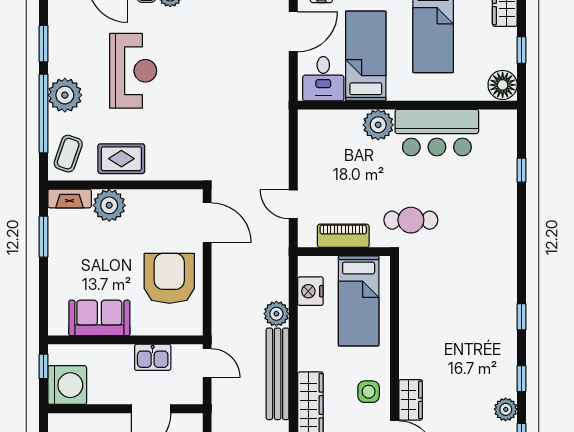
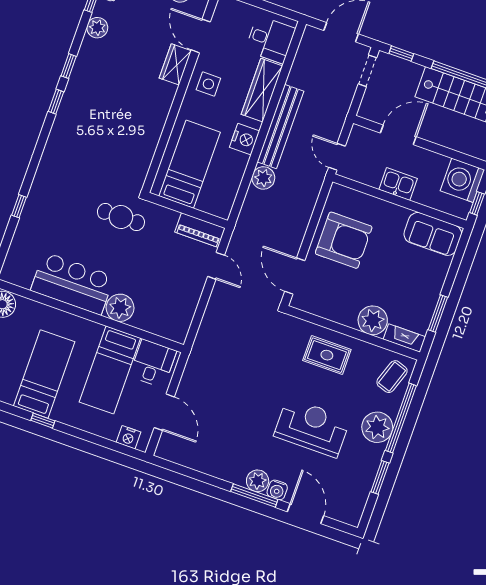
door: (293, 32) -> (164, 412), swing flipped
reception desk: (133, 71) -> (312, 427), turned 90
rug: (121, 159) -> (327, 355), moved
window: (522, 170) -> (19, 206), moved
piano: (343, 236) -> (200, 230), moved
armchair: (169, 278) -> (344, 240), turned -90
nightstand: (310, 291) -> (245, 139), moved
sofa: (99, 318) -> (433, 234), moved
kitchen sink: (153, 357) -> (398, 184), moved
window: (522, 379) -> (69, 66), moved

